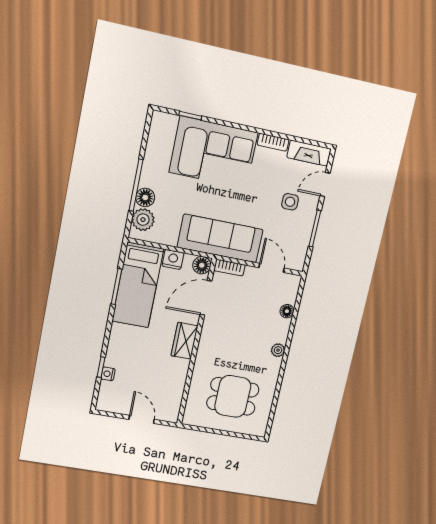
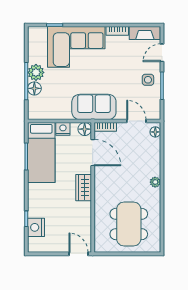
side table: (290, 202) -> (148, 80), moved
plant: (143, 220) -> (36, 72), moved
sofa: (220, 238) -> (94, 107), width x0.73
door: (206, 298) -> (93, 153), swing flipped
floor lamp: (287, 311) -> (155, 132), moved
nightstand: (108, 374) -> (36, 227), width x1.89, depth x1.79
dining table: (233, 396) -> (129, 224), width x1.38
door: (142, 419) -> (79, 254), moved

